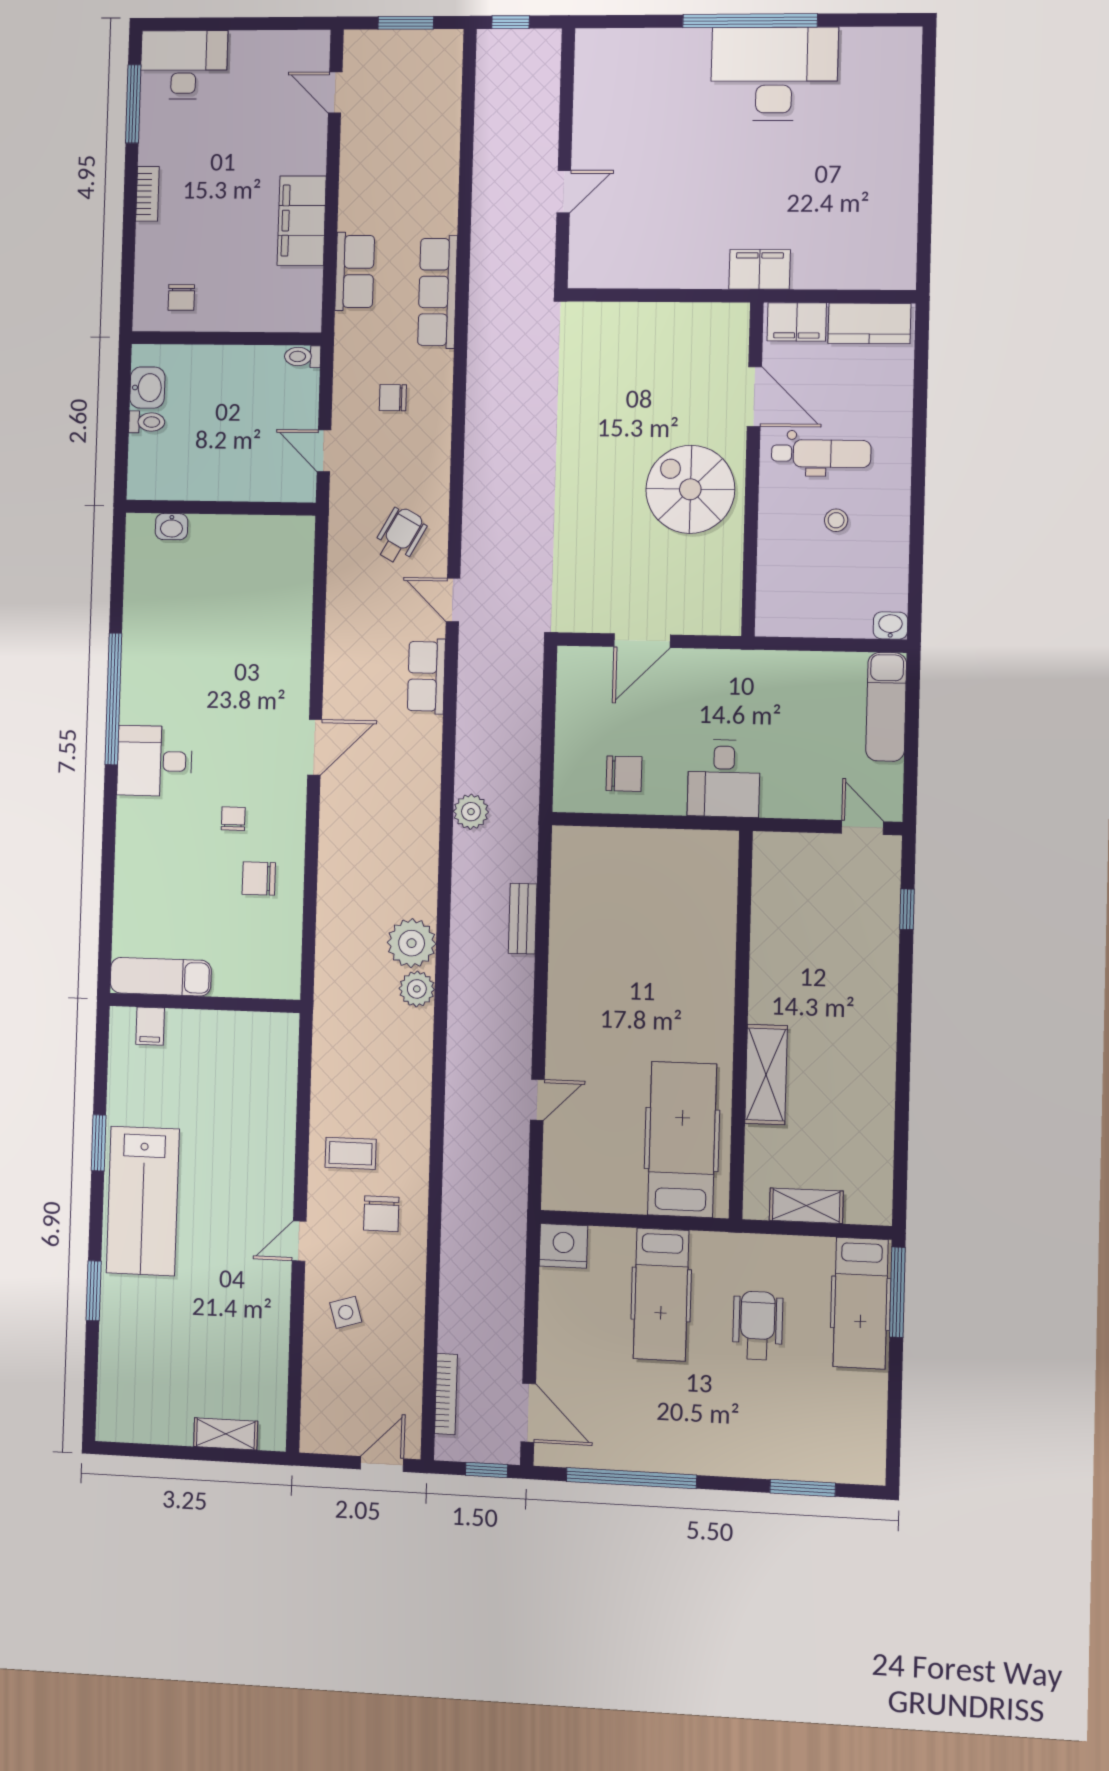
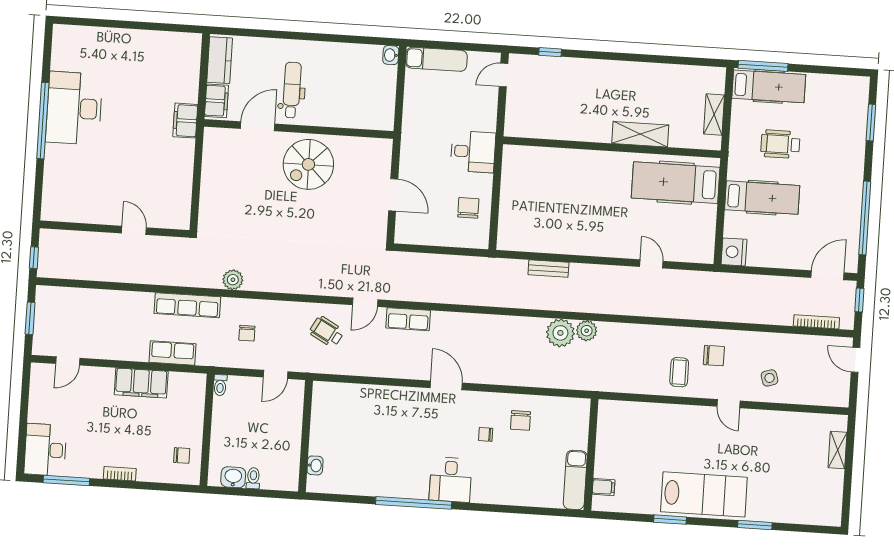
stool: (836, 520) -> (330, 83), removed
plant: (471, 812) -> (233, 280), moved

